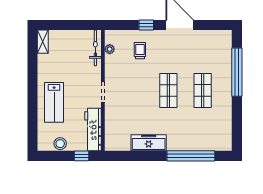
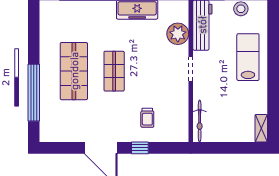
plant: (110, 49) -> (178, 34), moved, width x1.87, depth x1.87
shop shelf: (203, 90) -> (74, 71), width x1.43, depth x1.36

